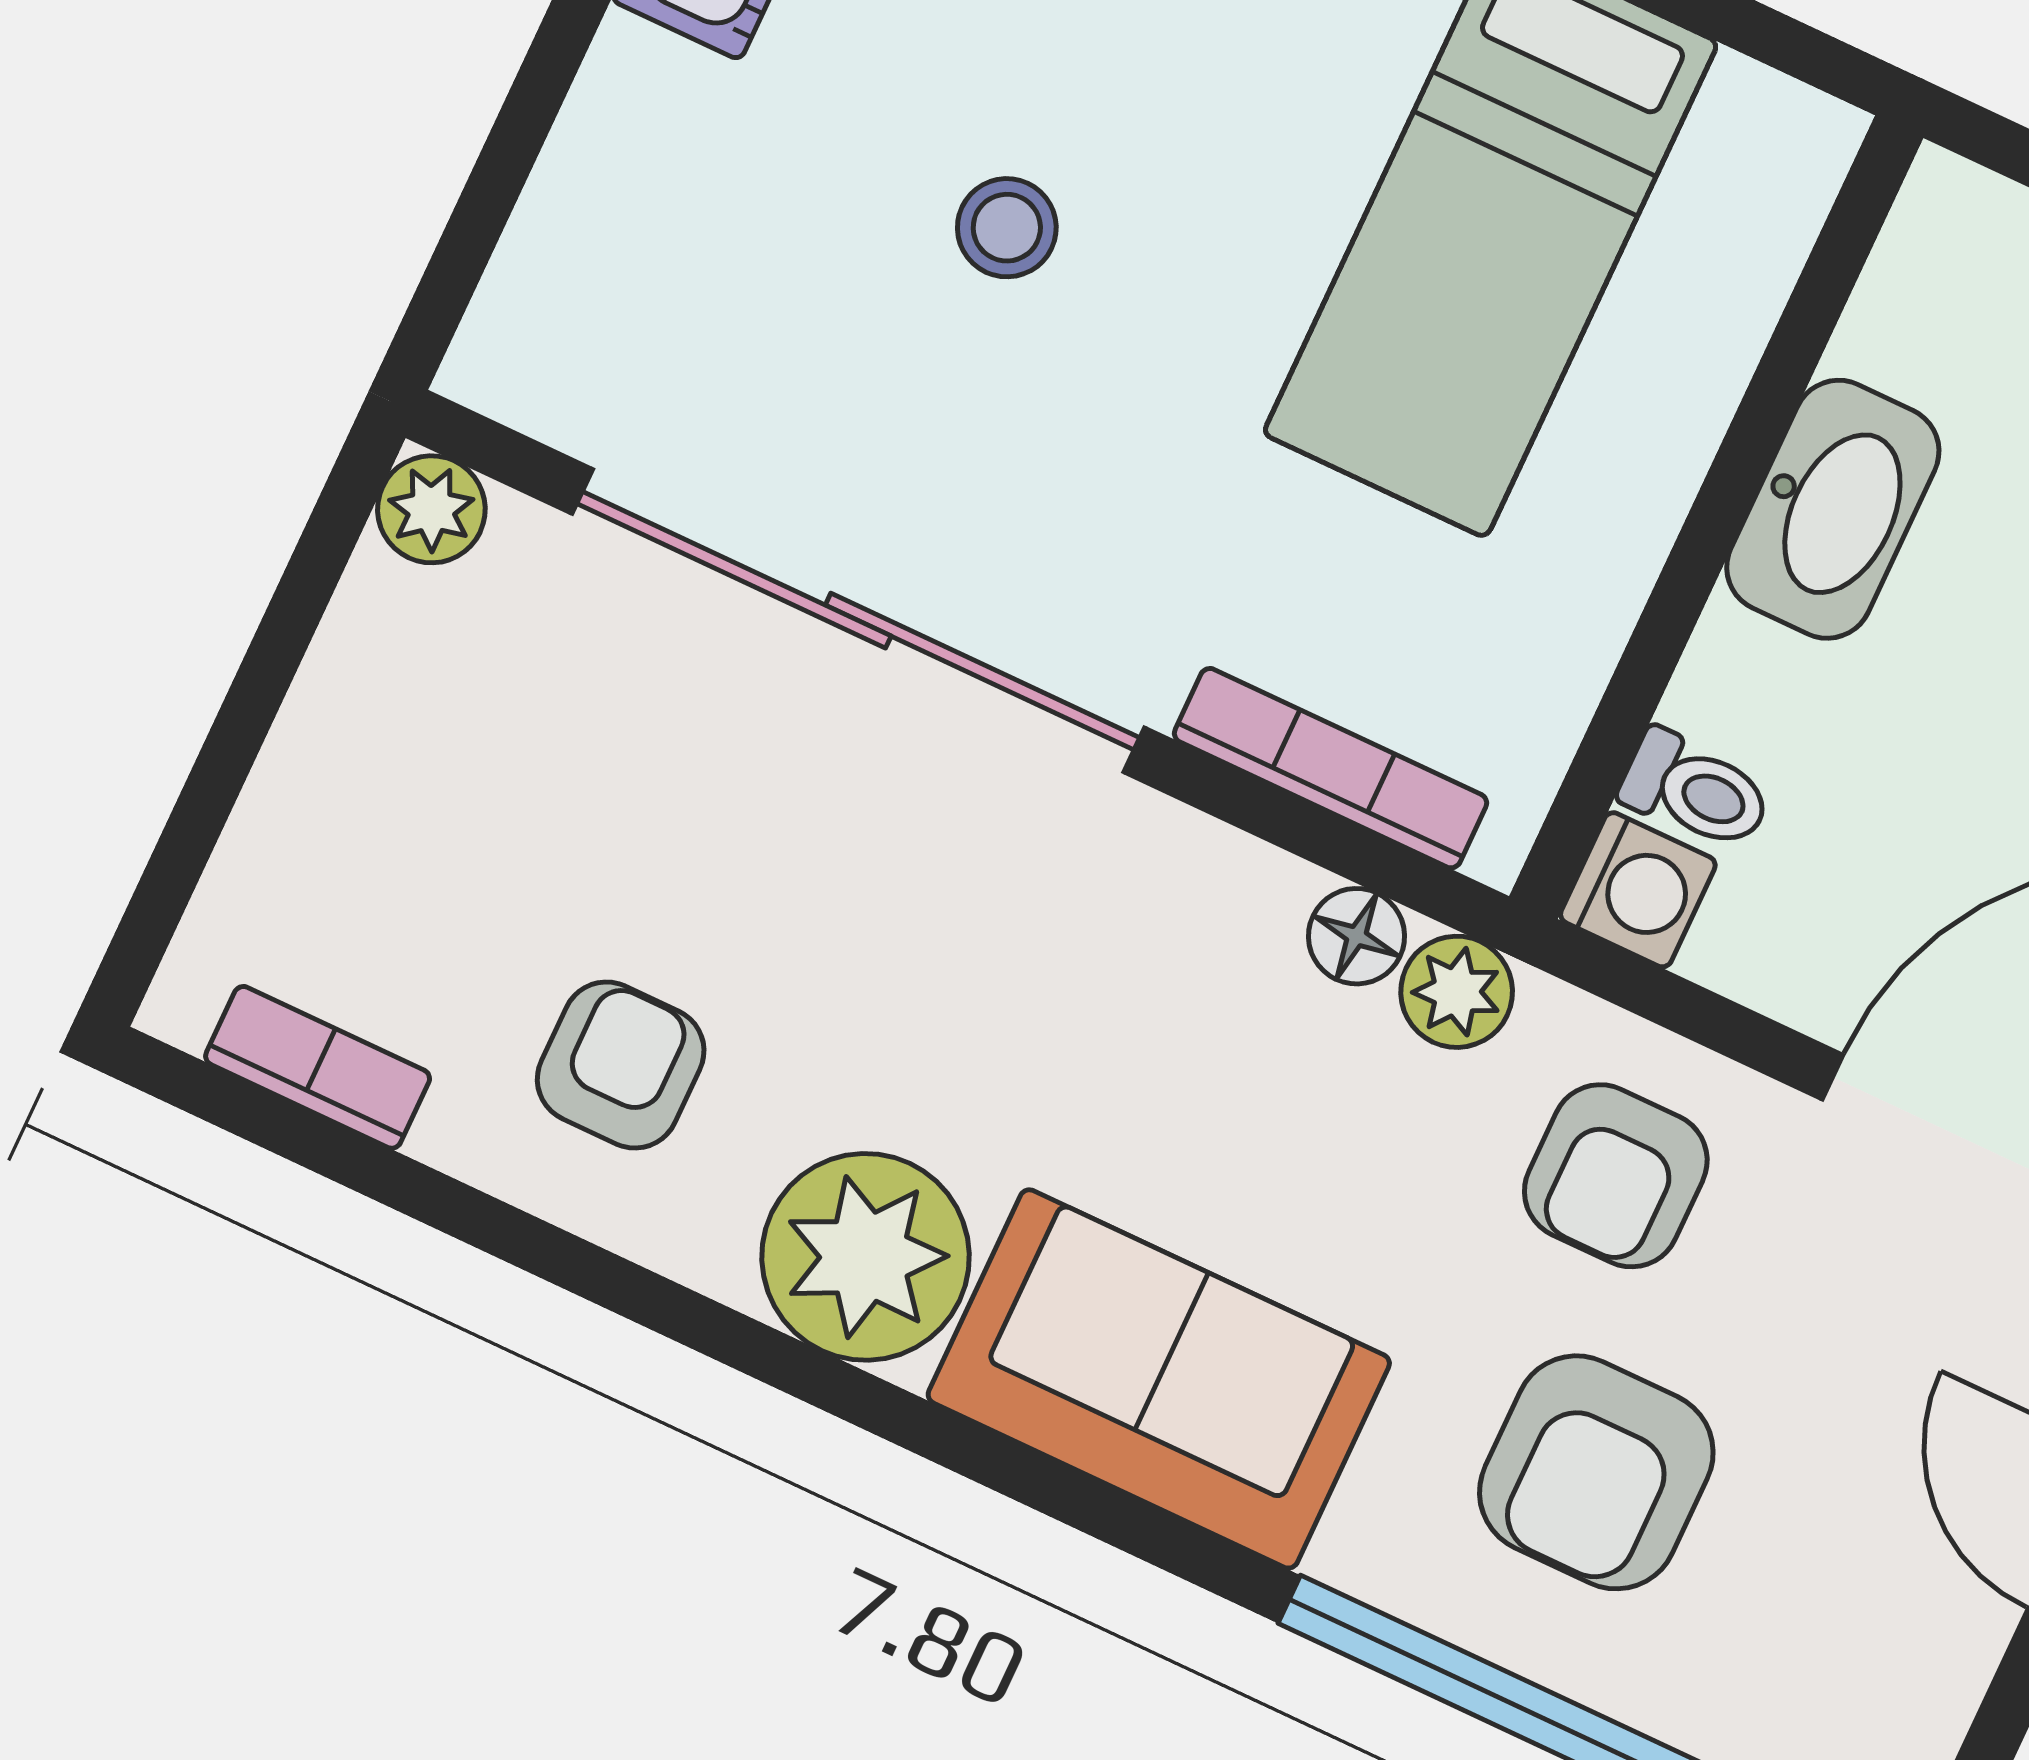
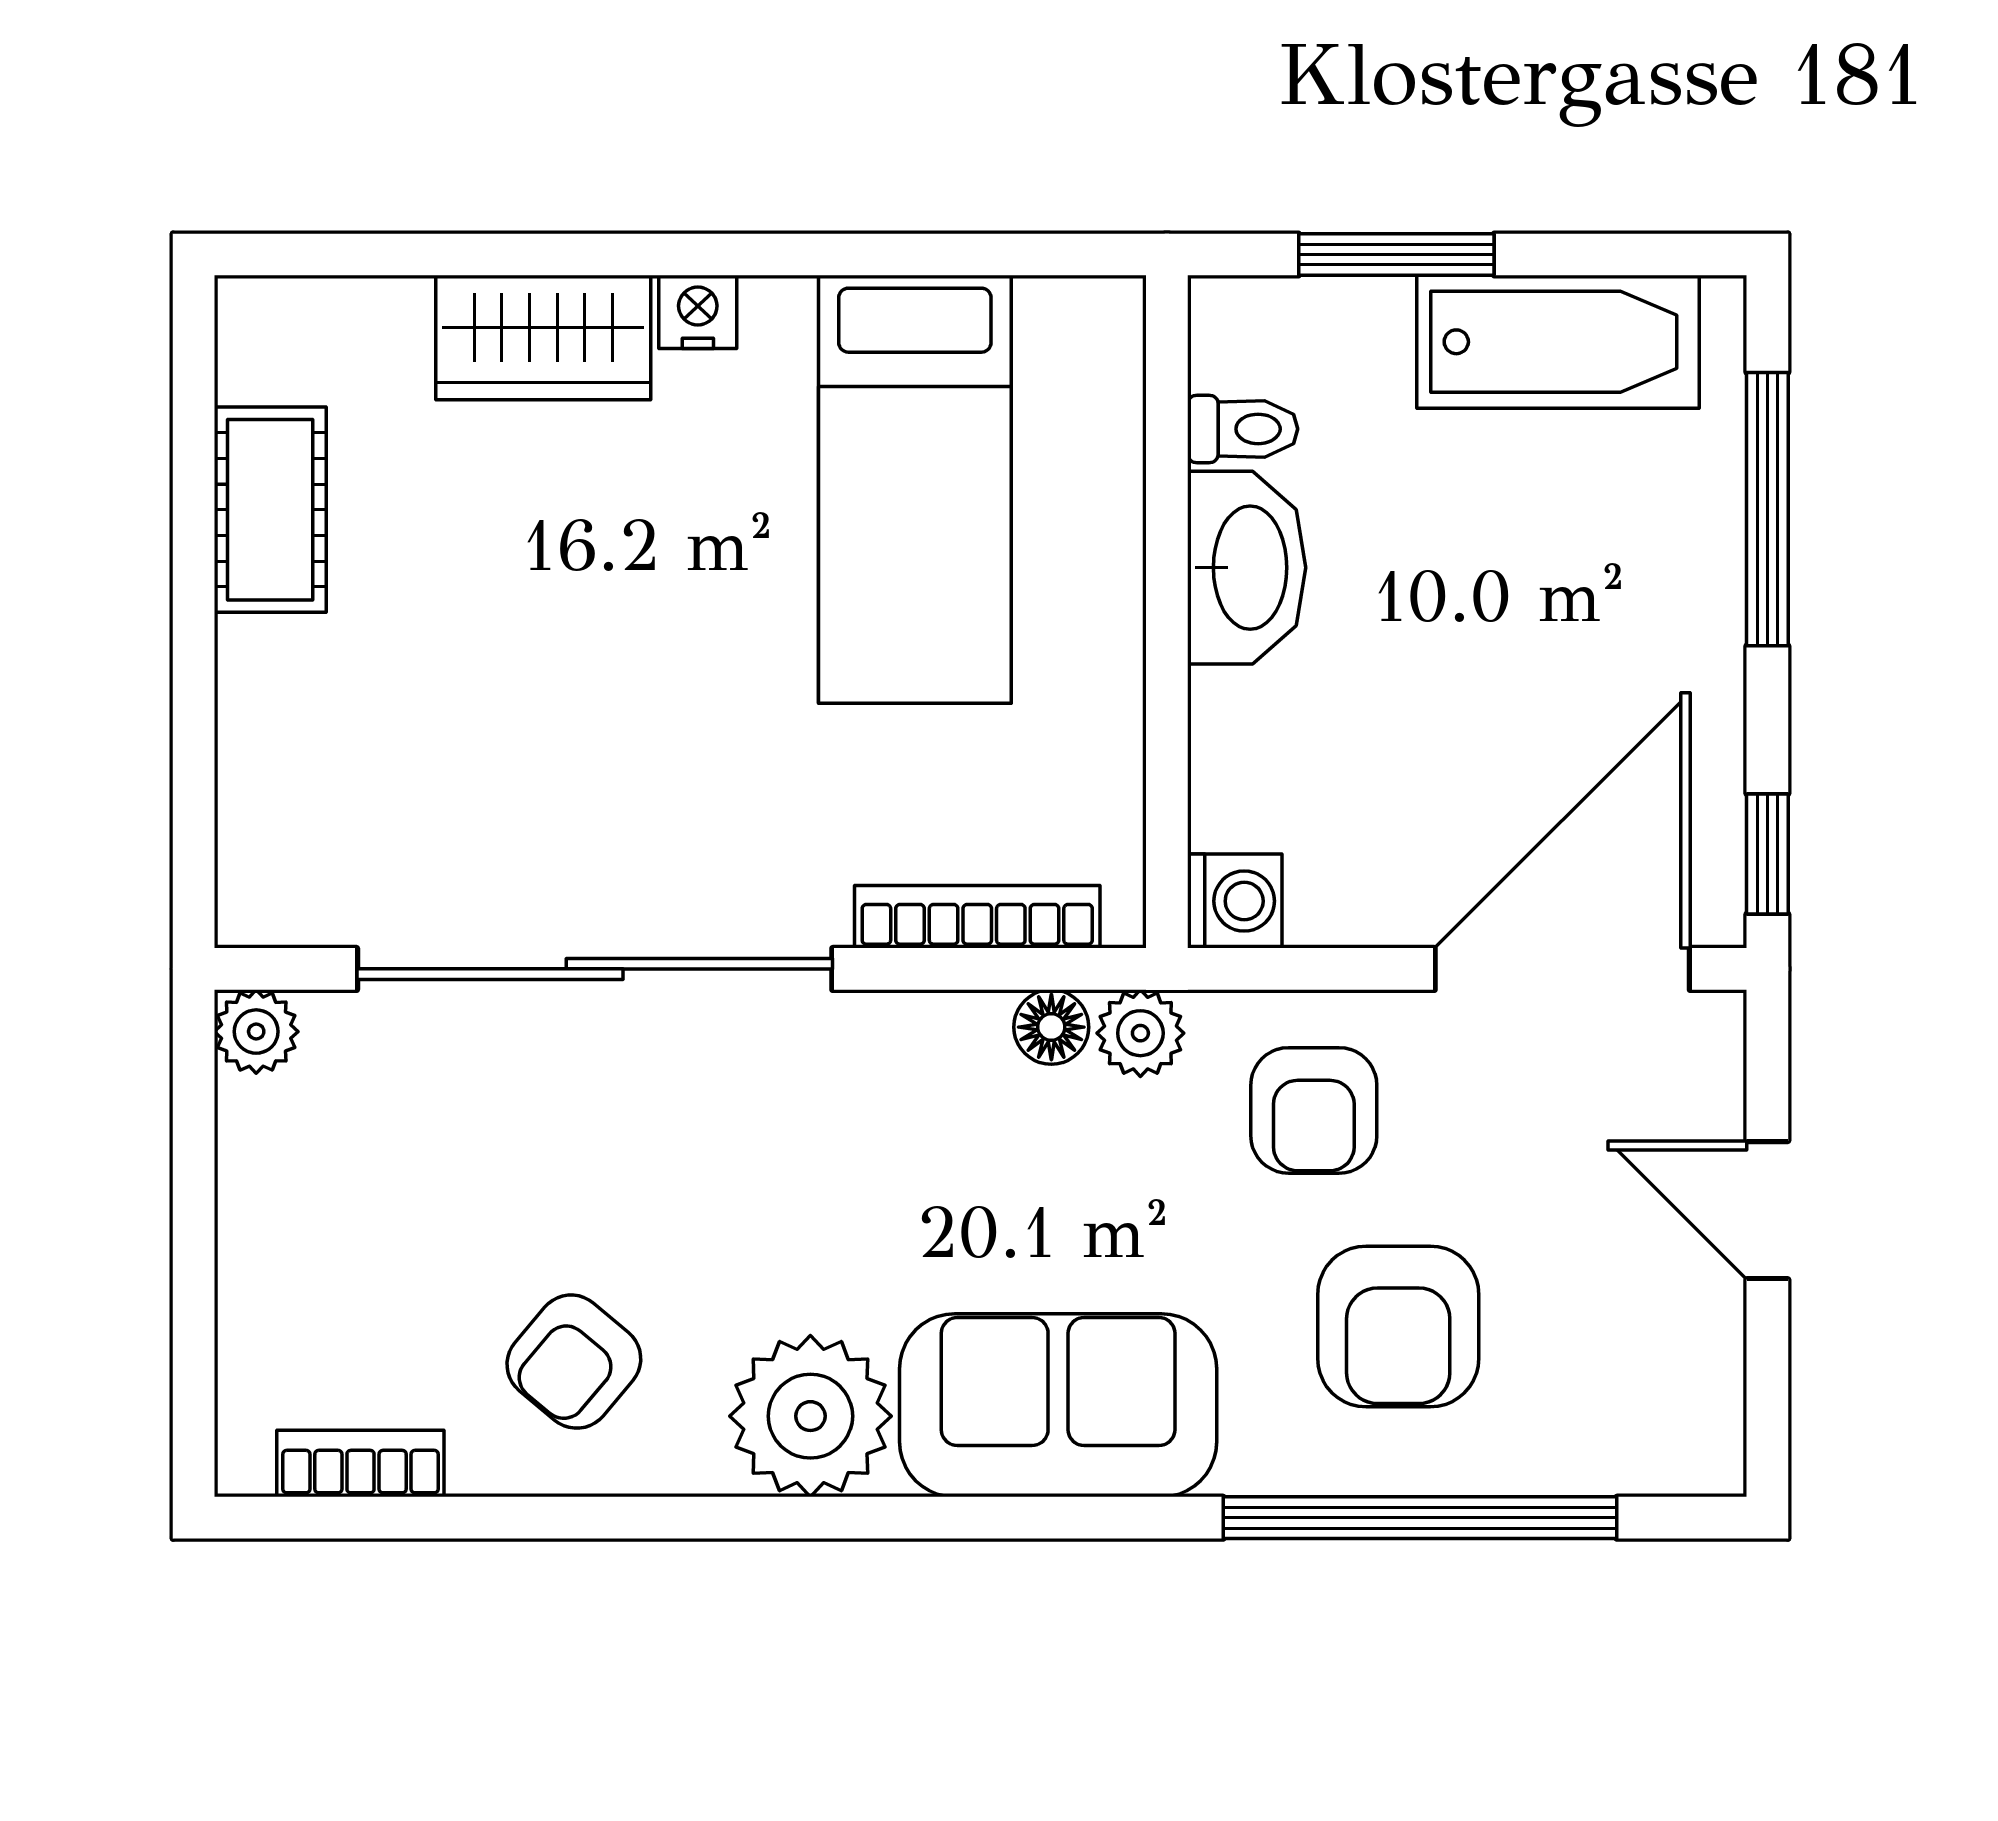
stool: (1007, 228) -> (570, 642), removed
toilet: (1696, 791) -> (1243, 429), moved
armchair: (621, 1065) -> (574, 1362), turned -140

